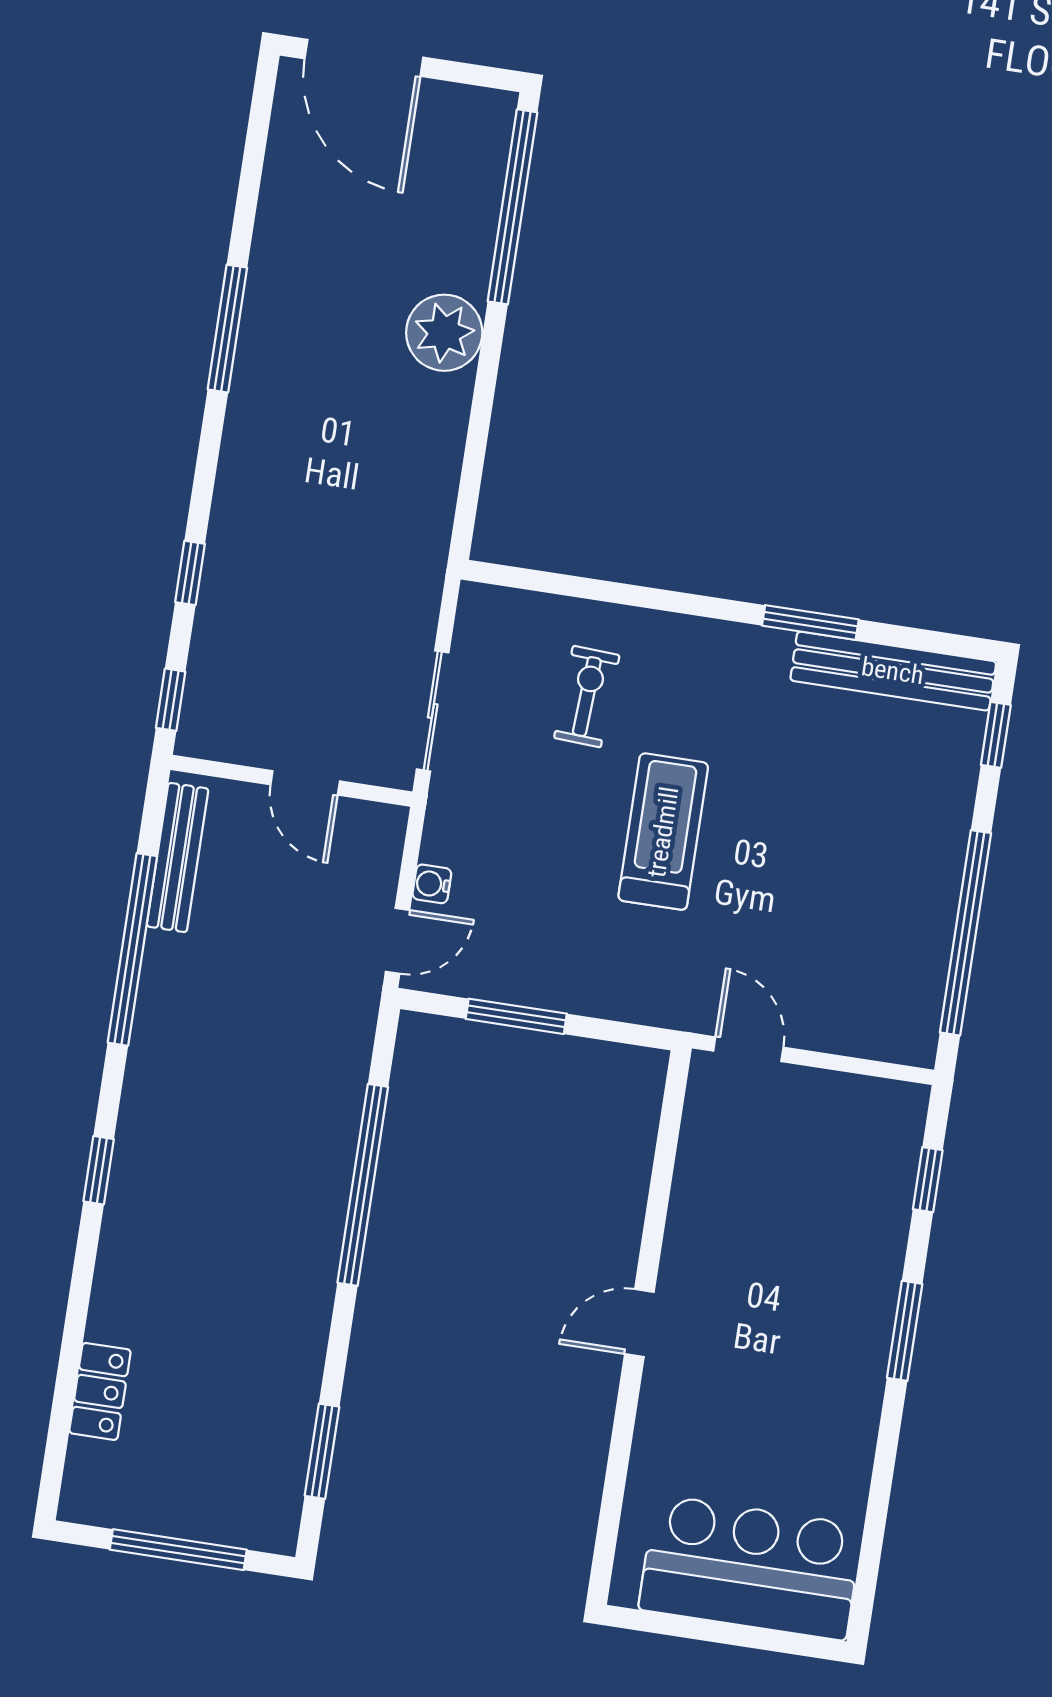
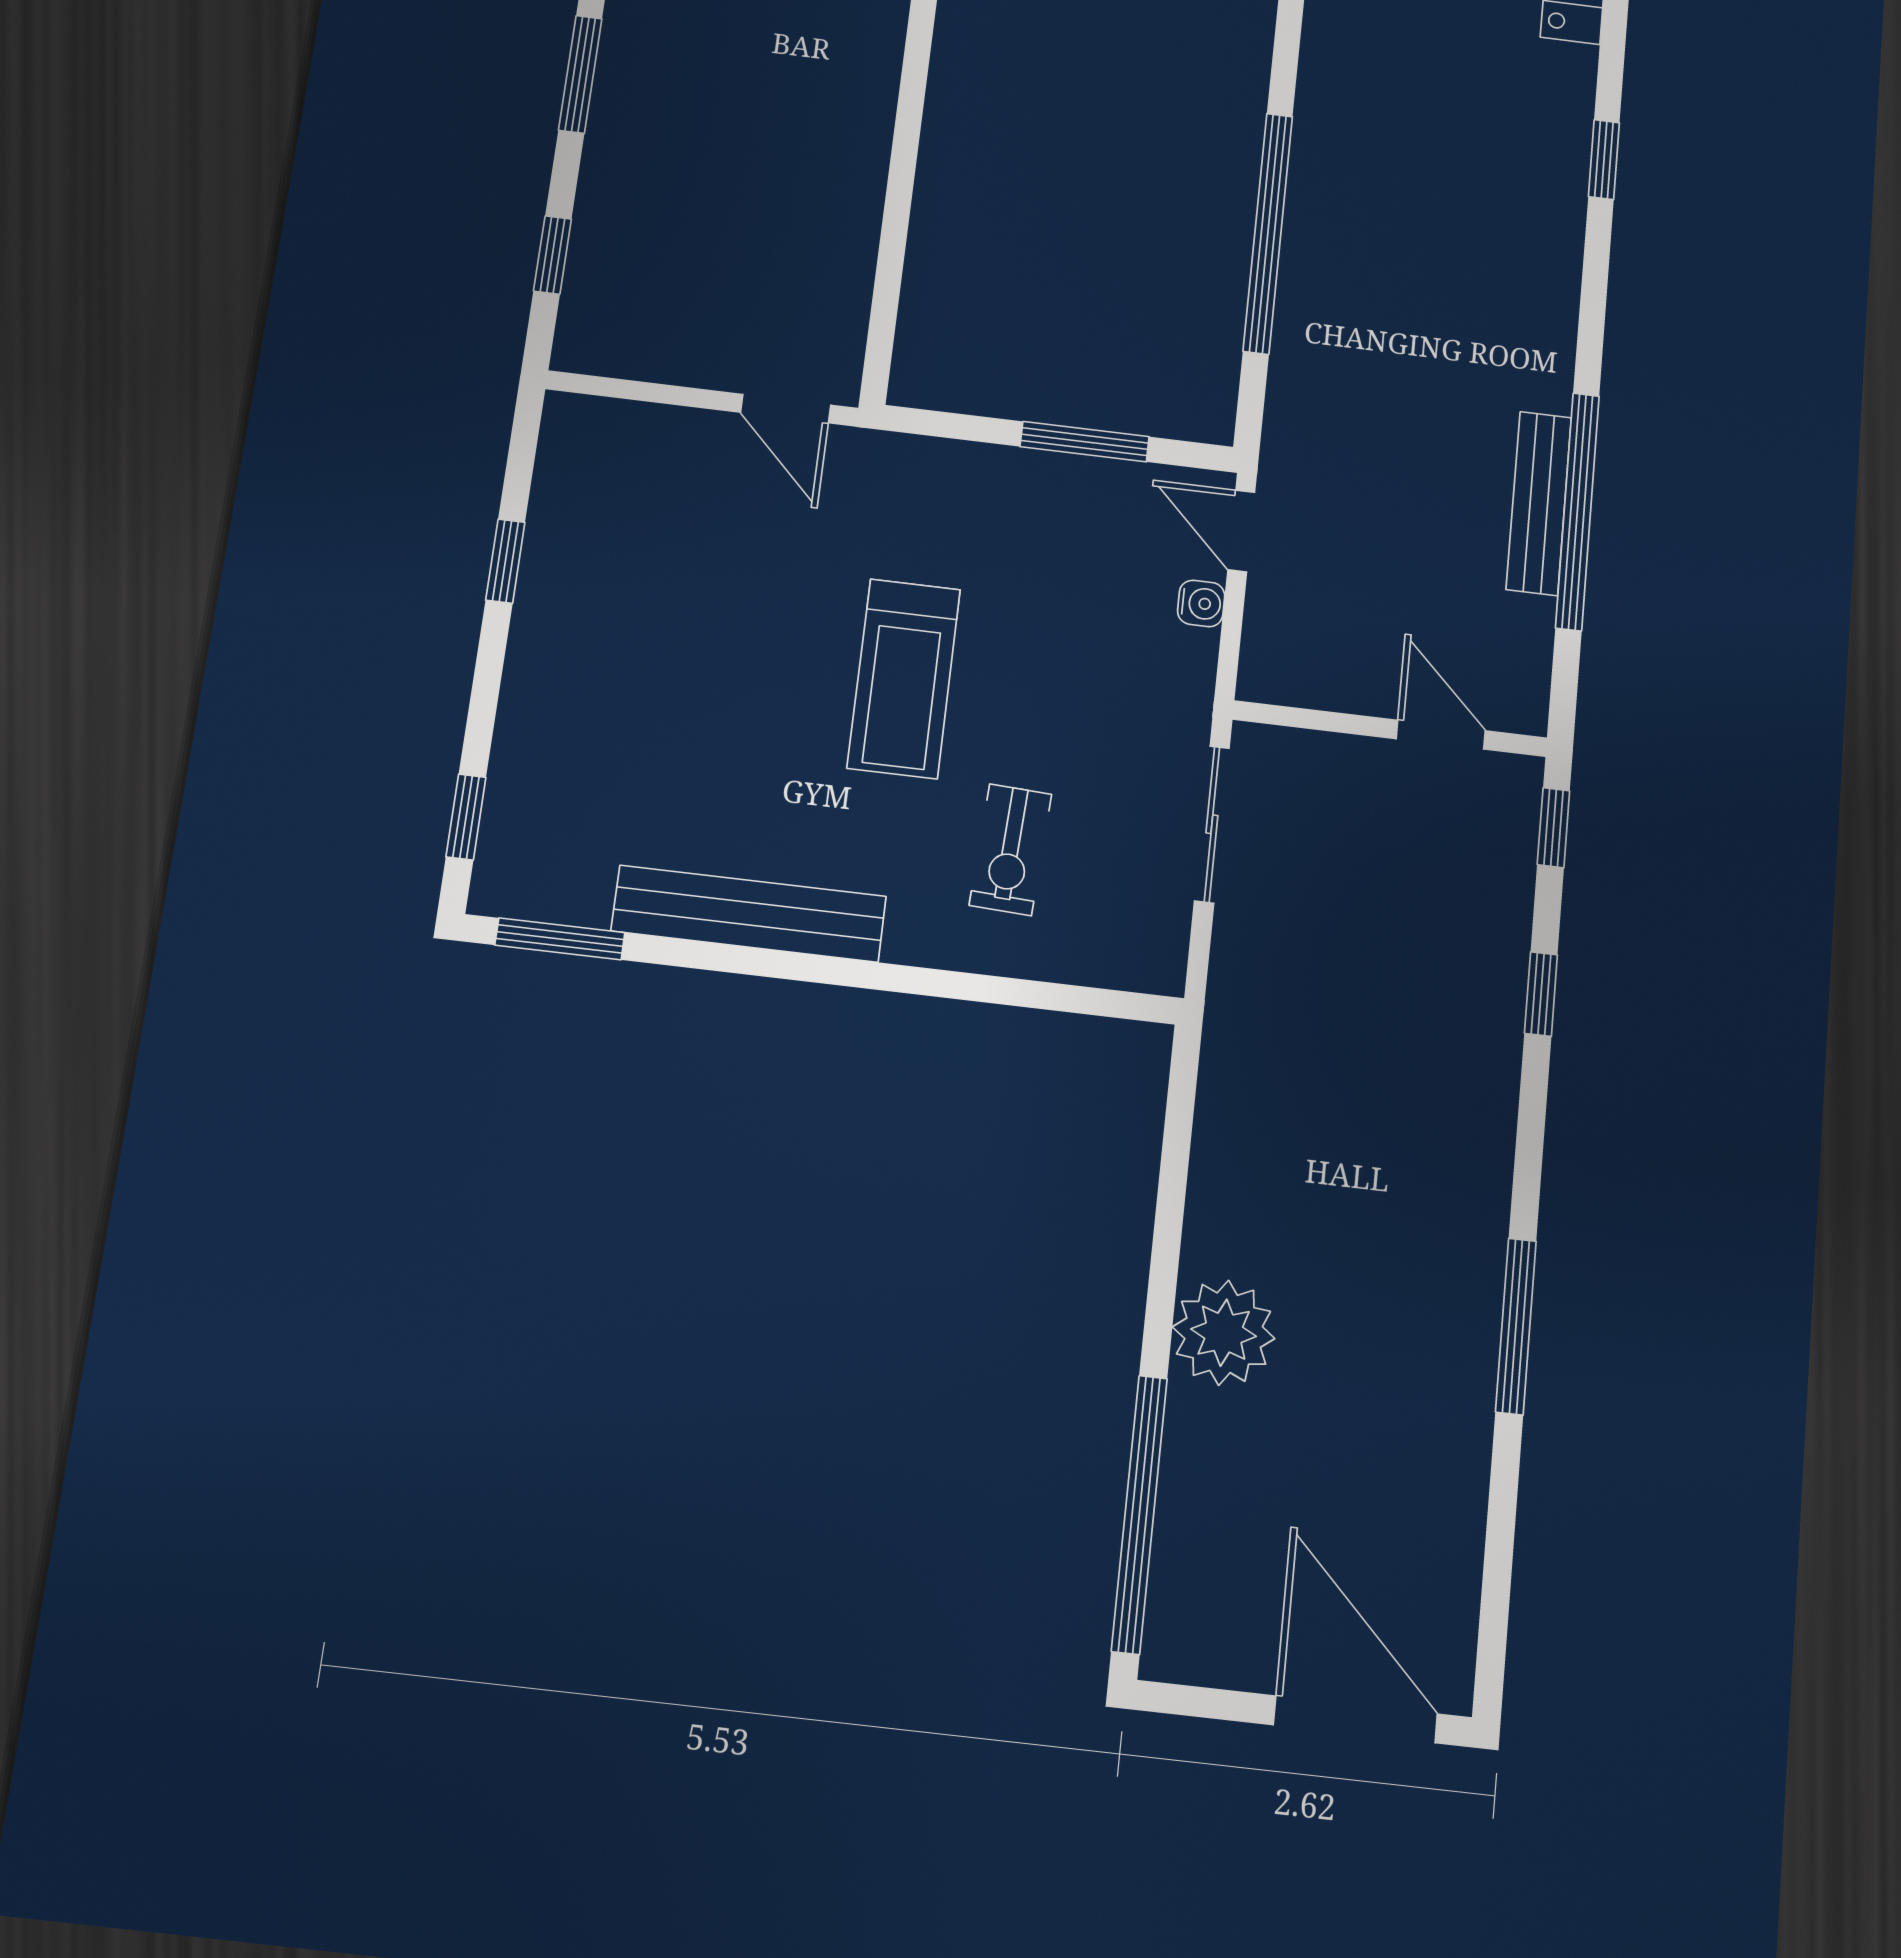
window: (810, 622) -> (560, 939), moved
bench: (893, 671) -> (749, 914), moved
door: (305, 783) -> (1441, 735), moved
bench: (178, 857) -> (1539, 503), moved
window: (966, 933) -> (505, 561), width x0.32
door: (397, 941) -> (1241, 531), hinge flipped
window: (99, 1170) -> (1604, 160), moved
door: (639, 1323) -> (914, 77), removed

